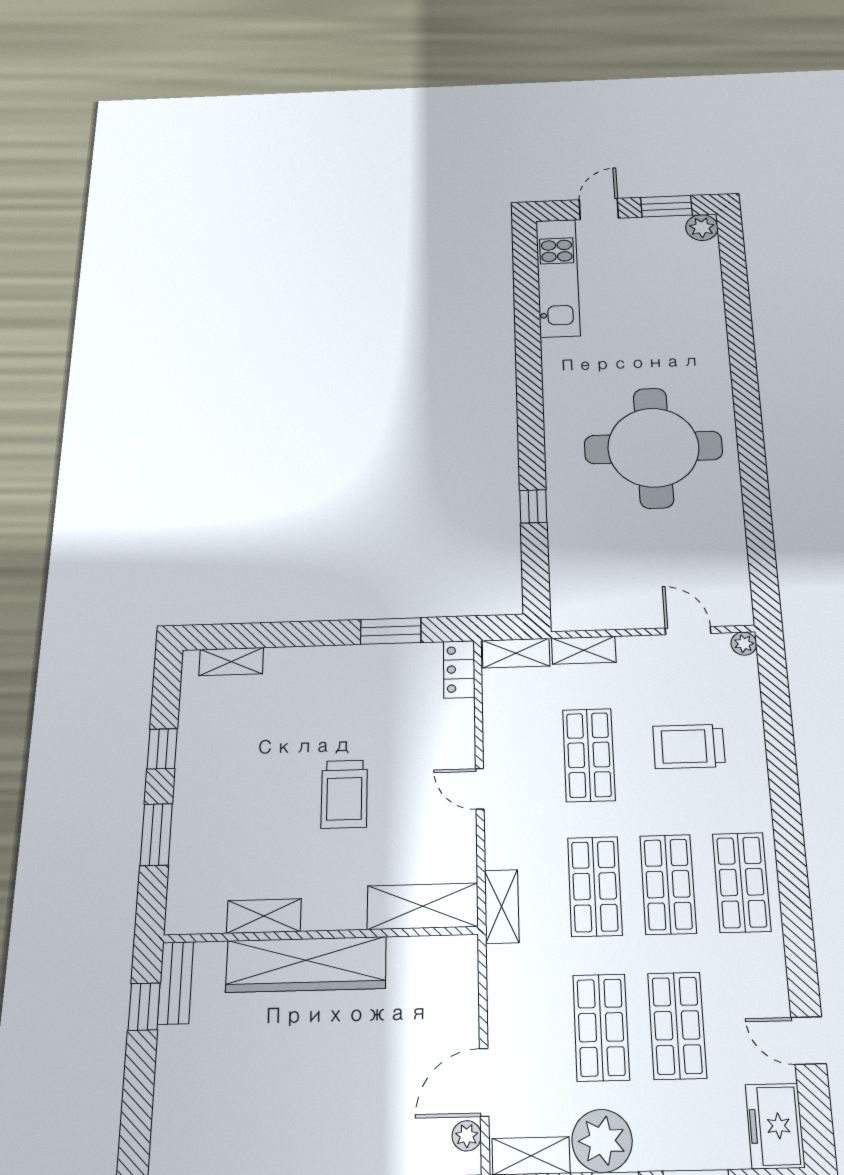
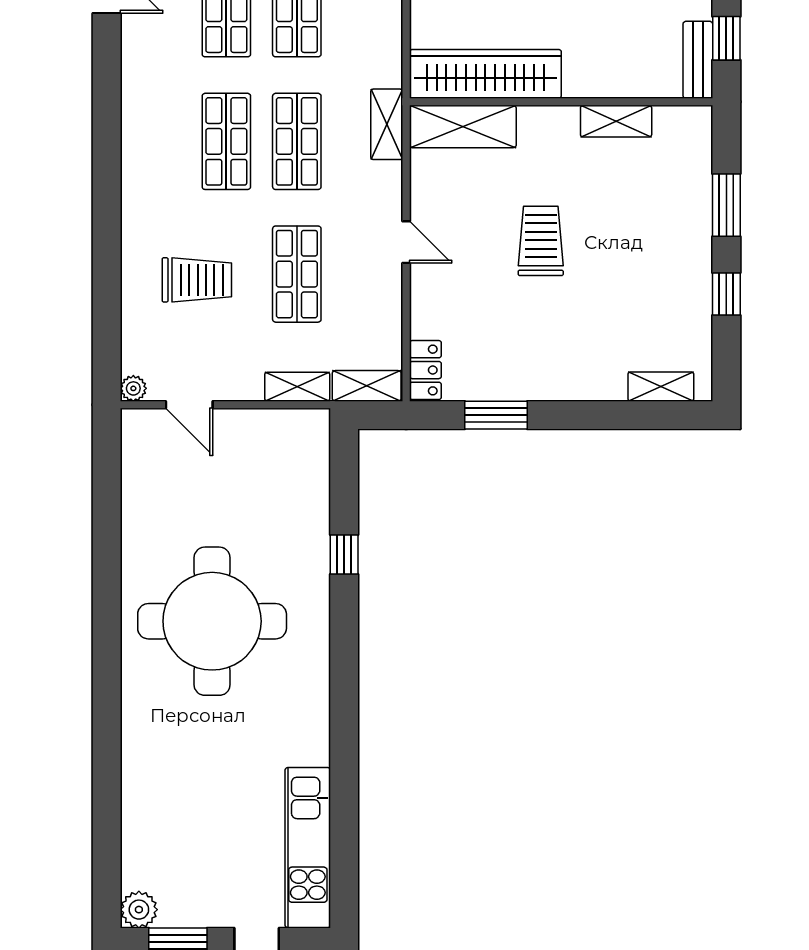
shop shelf: (742, 882) -> (156, 141), removed
wardrobe: (306, 964) -> (485, 74), moved

